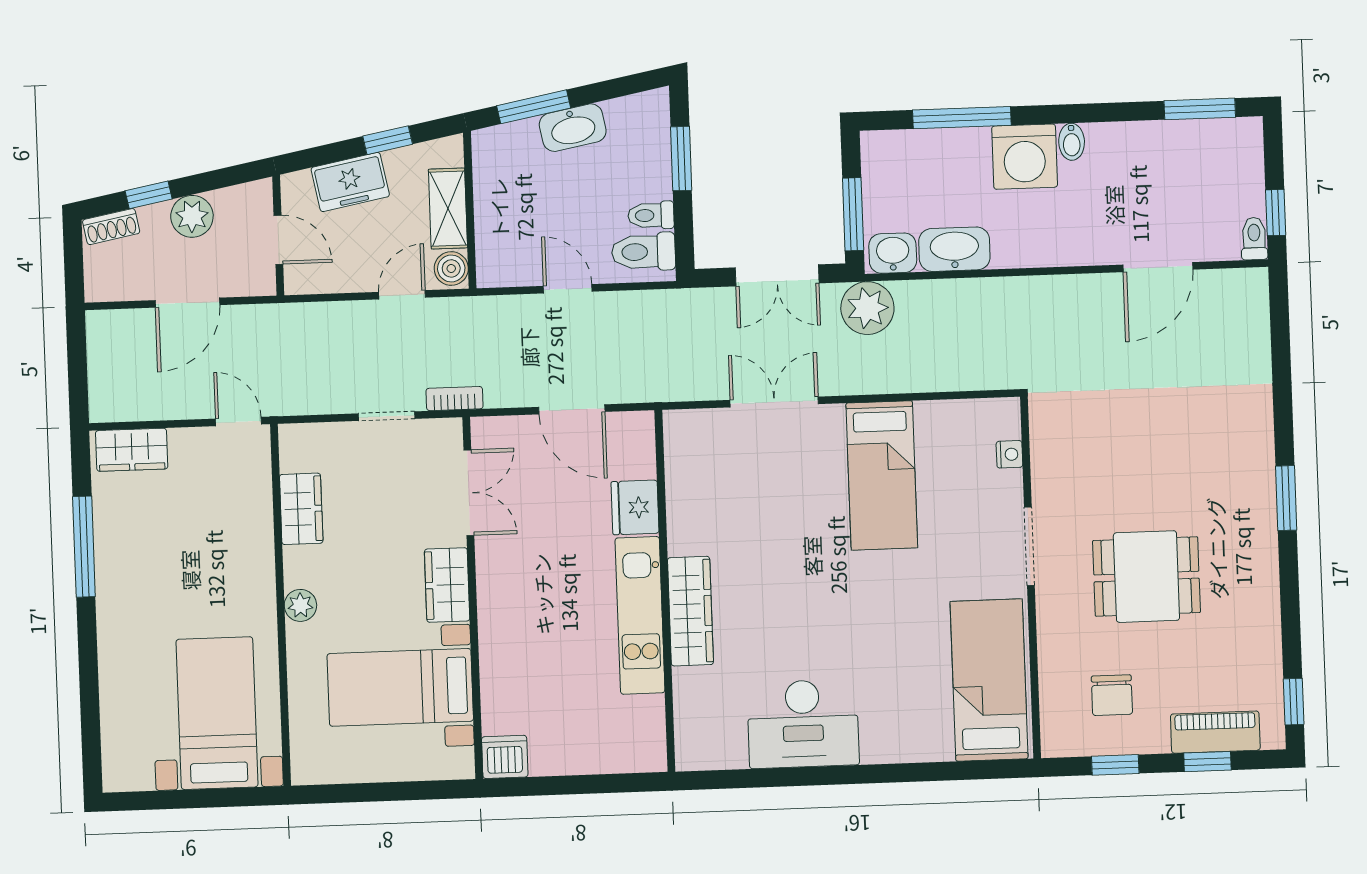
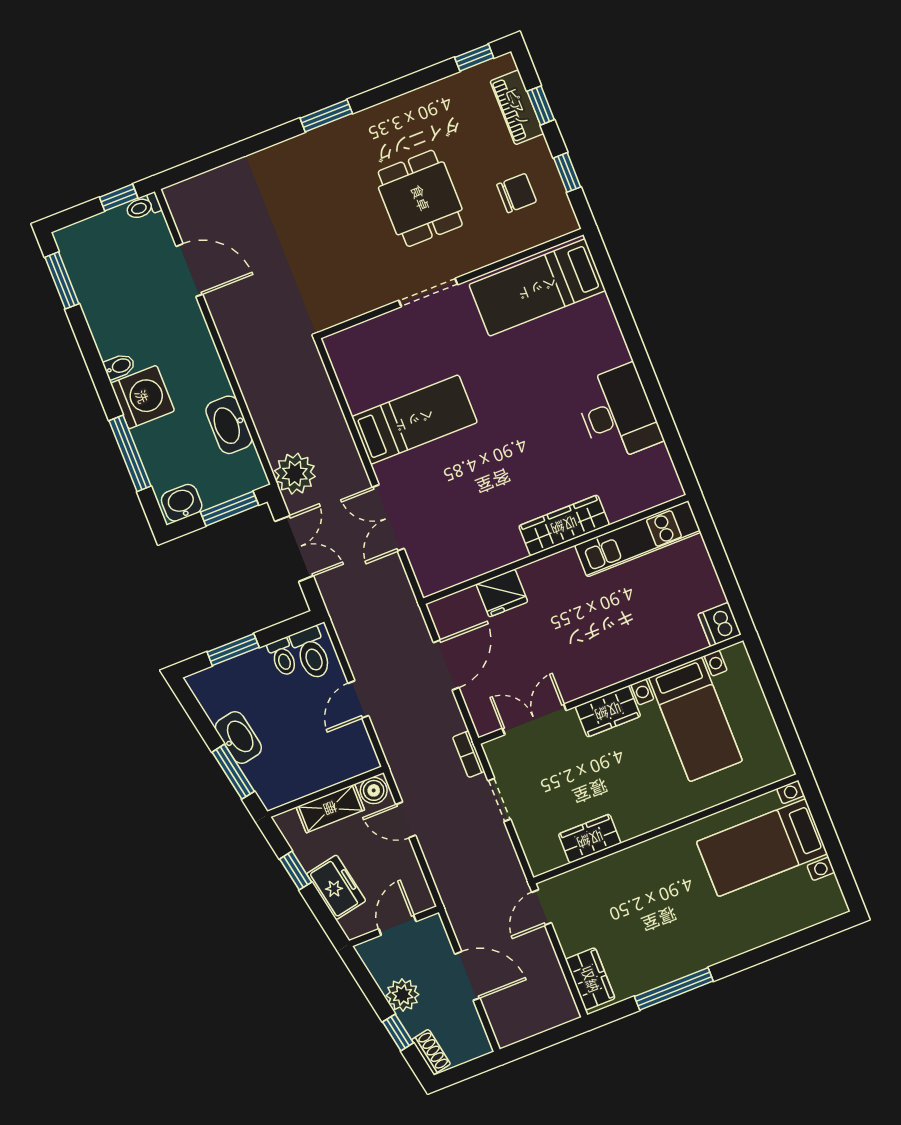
washbasin: (893, 253) -> (182, 503), moved, turned 90
nightstand: (1009, 454) -> (366, 331), removed
plant: (300, 605) -> (661, 814), removed
kitchen unit: (640, 615) -> (638, 539), moved

